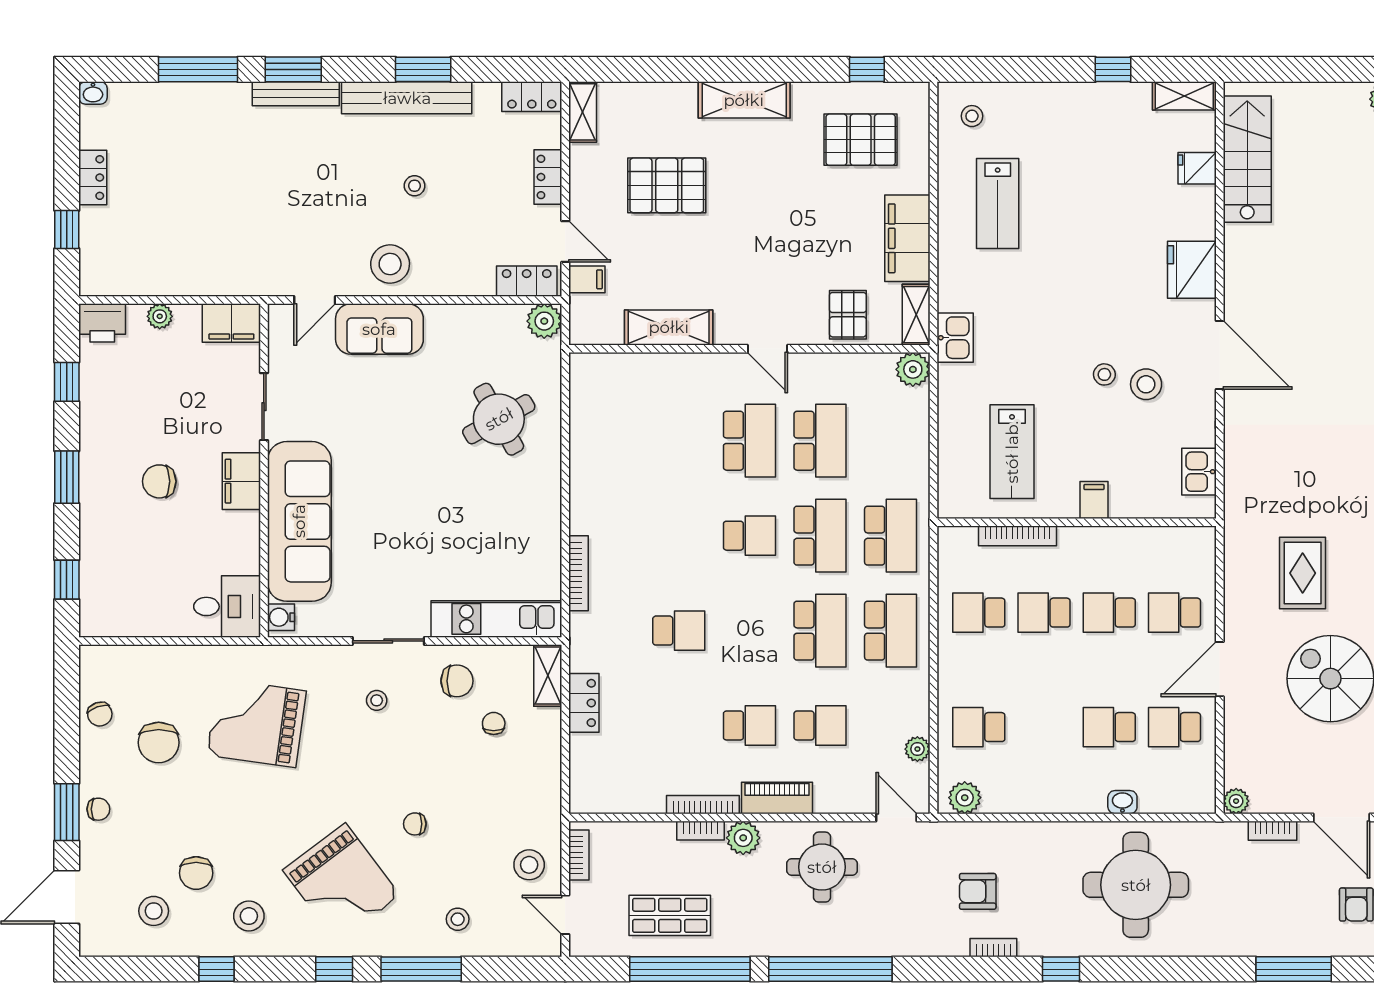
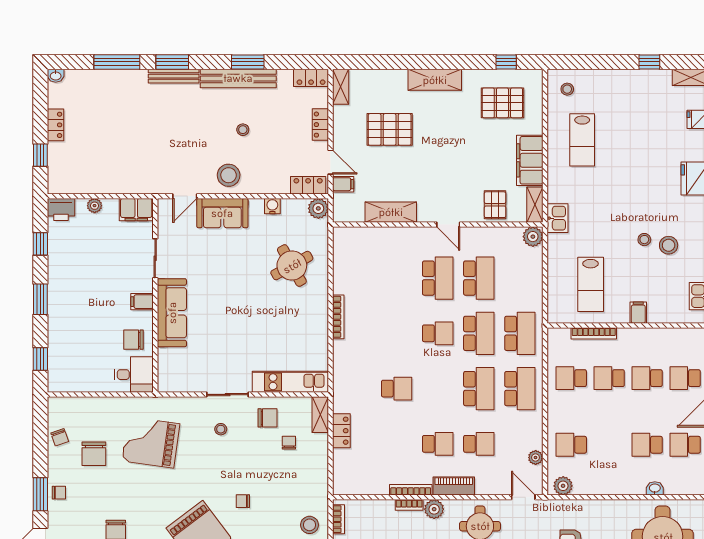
chair: (159, 481) -> (133, 340), moved
filing cabinet: (241, 481) -> (142, 302), width x0.50
sofa: (299, 521) -> (172, 313), width x0.74, depth x0.79
bookcase: (579, 573) -> (338, 317), moved
water cooler: (281, 617) -> (272, 206), moved, turned 90

